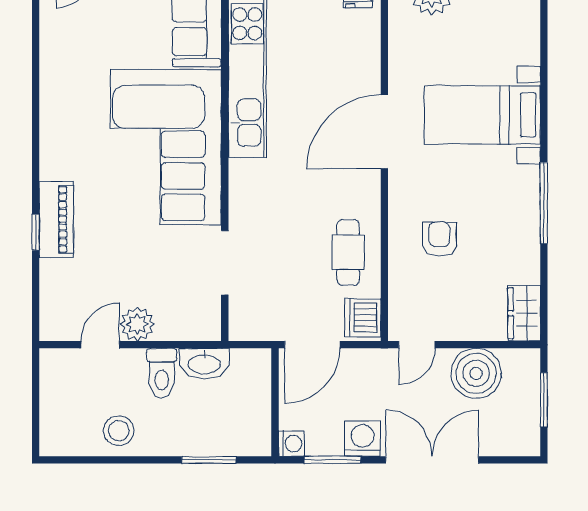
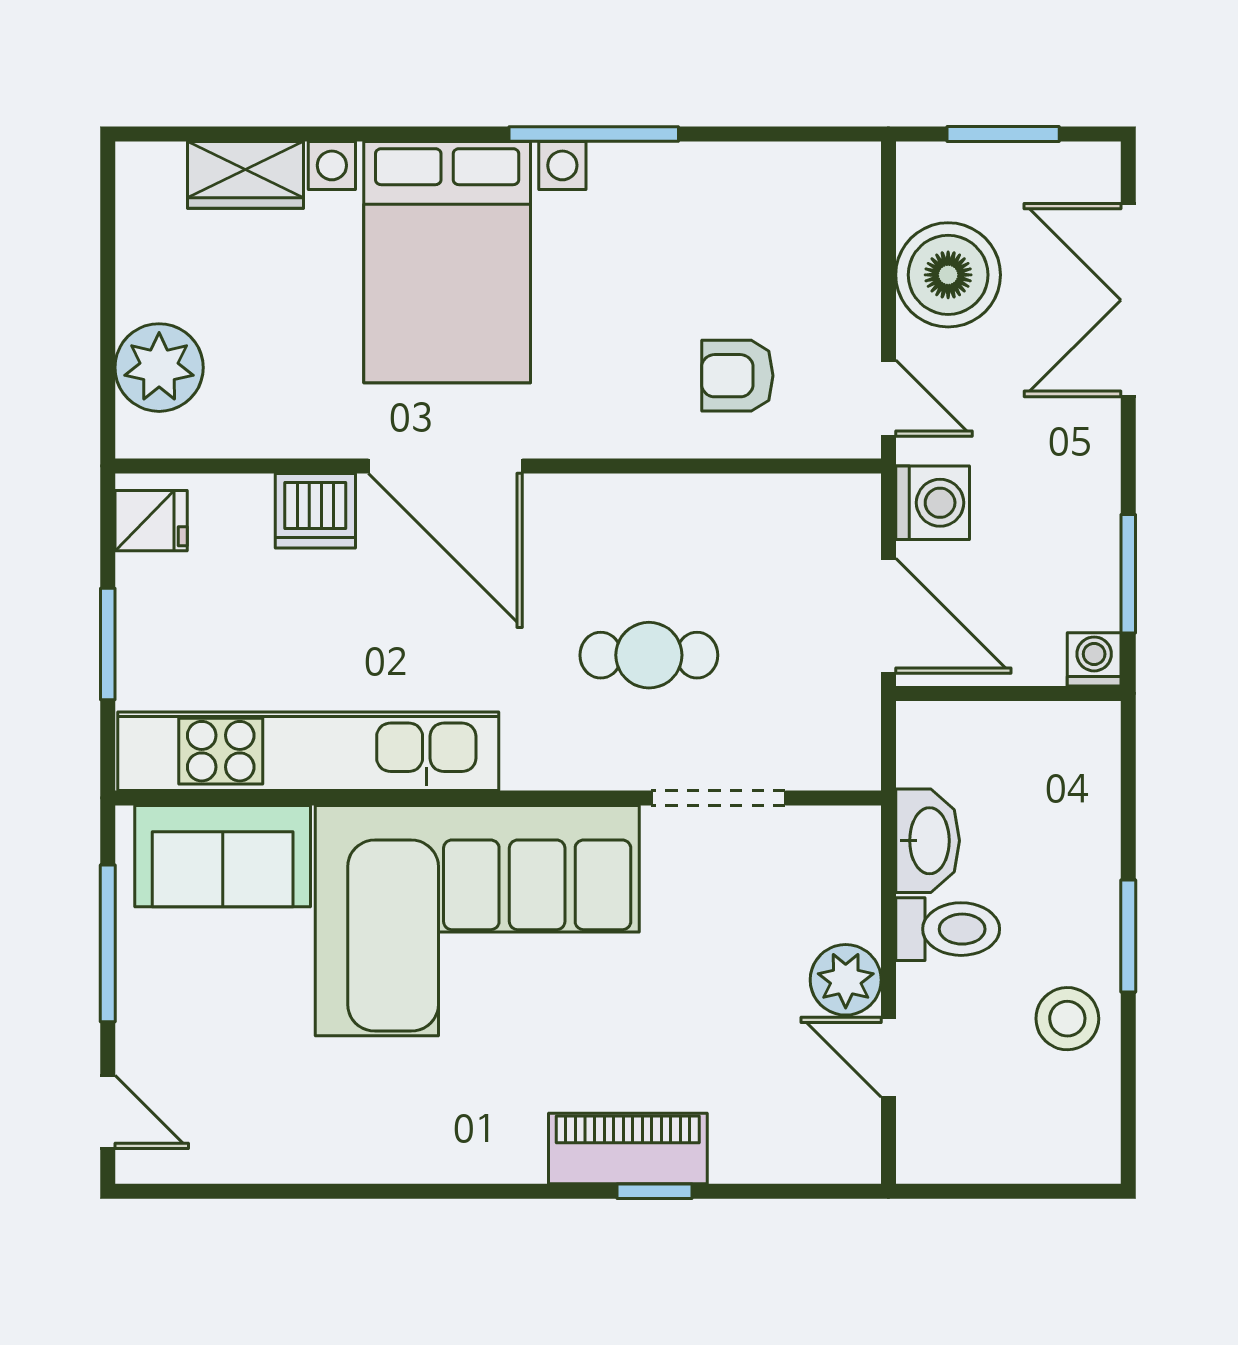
bed with nightstands: (482, 115) -> (447, 262), width x1.36
armchair: (439, 239) -> (737, 376), moved
cafe table: (348, 252) -> (649, 655), moved
wardrobe: (524, 313) -> (245, 175), moved
dishwasher: (363, 318) -> (315, 511), moved
washing machine: (363, 439) -> (933, 503), moved, turned 180
window: (209, 460) -> (1128, 936), moved
double door: (432, 460) -> (1128, 300), moved

